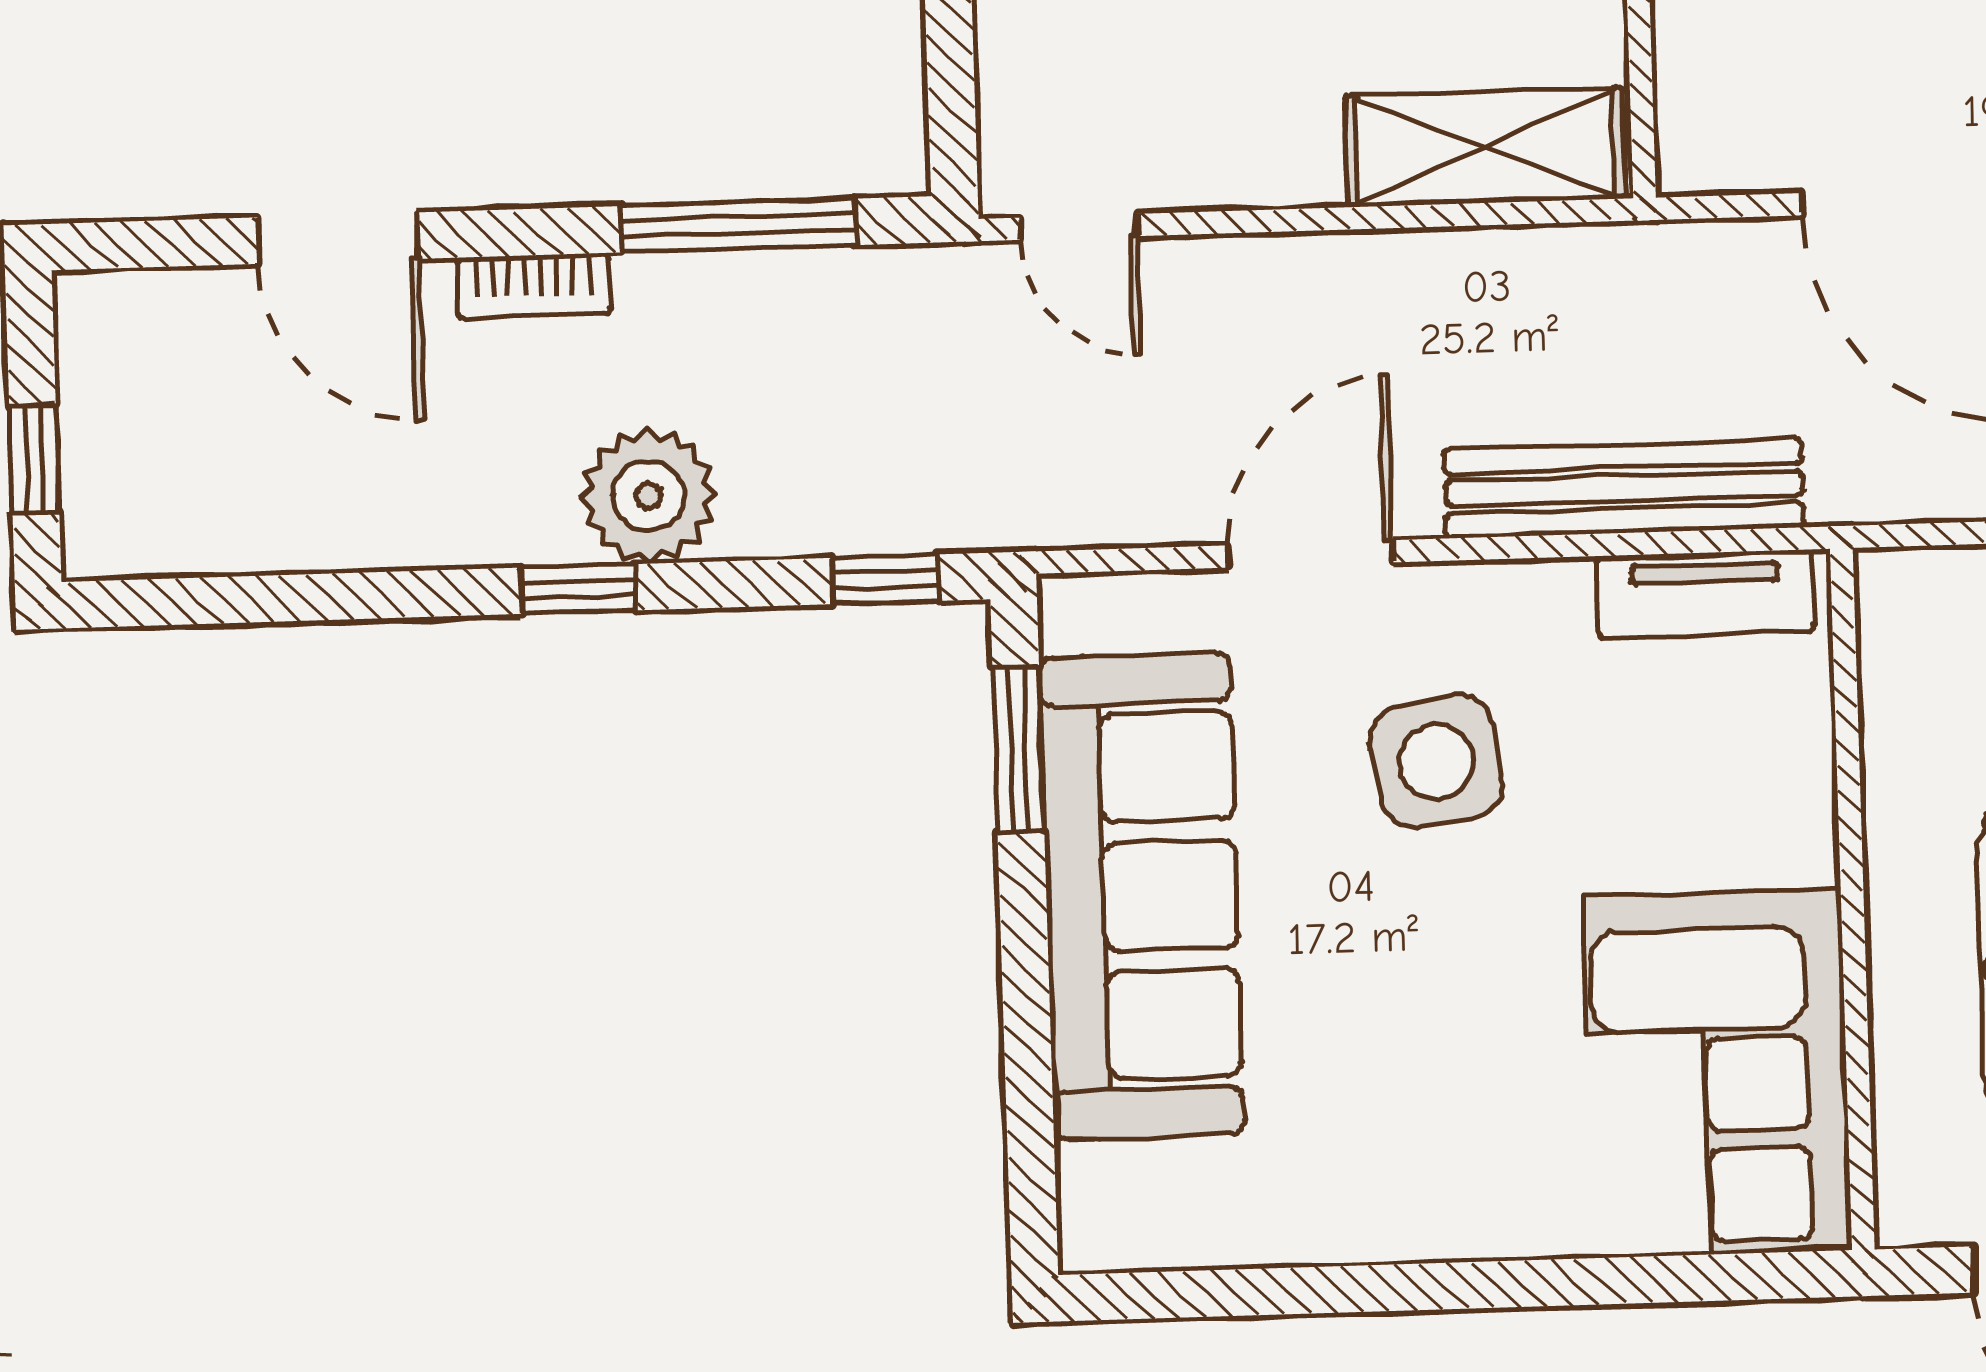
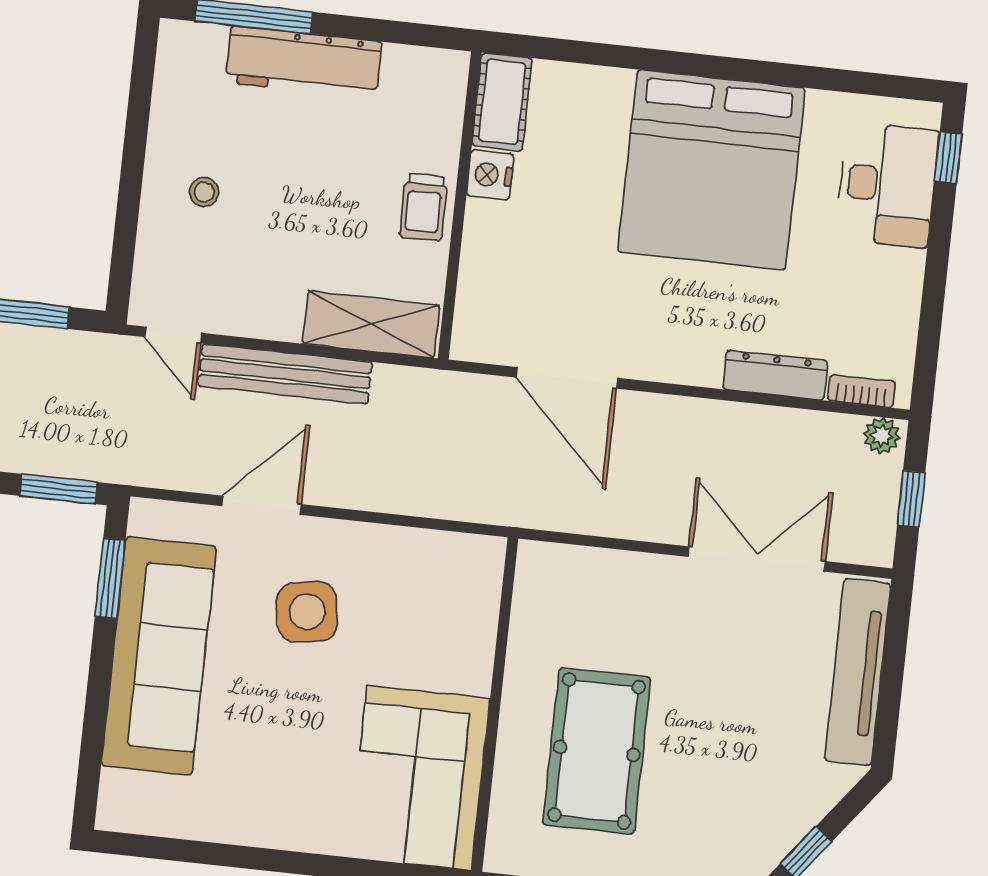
bench: (1624, 488) -> (285, 374), moved
window: (885, 579) -> (58, 489), width x1.50
tv unit: (1705, 594) -> (445, 550), removed

